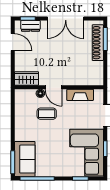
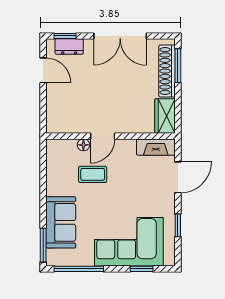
wardrobe: (27, 79) -> (165, 116), moved, turned -90
door: (53, 87) -> (103, 136), hinge flipped
fireplace: (80, 95) -> (156, 147), moved
corner sofa: (87, 153) -> (129, 242), moved, turned 90
sofa: (25, 159) -> (61, 222), moved

